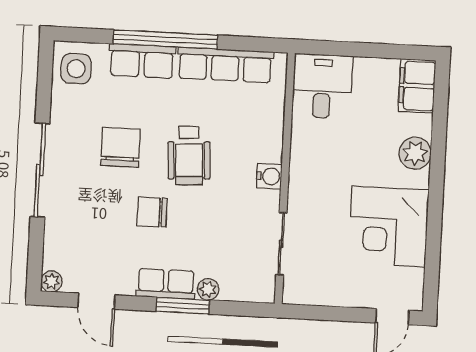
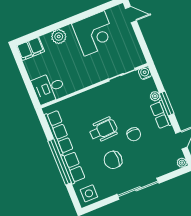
water cooler: (269, 176) -> (145, 73), moved

